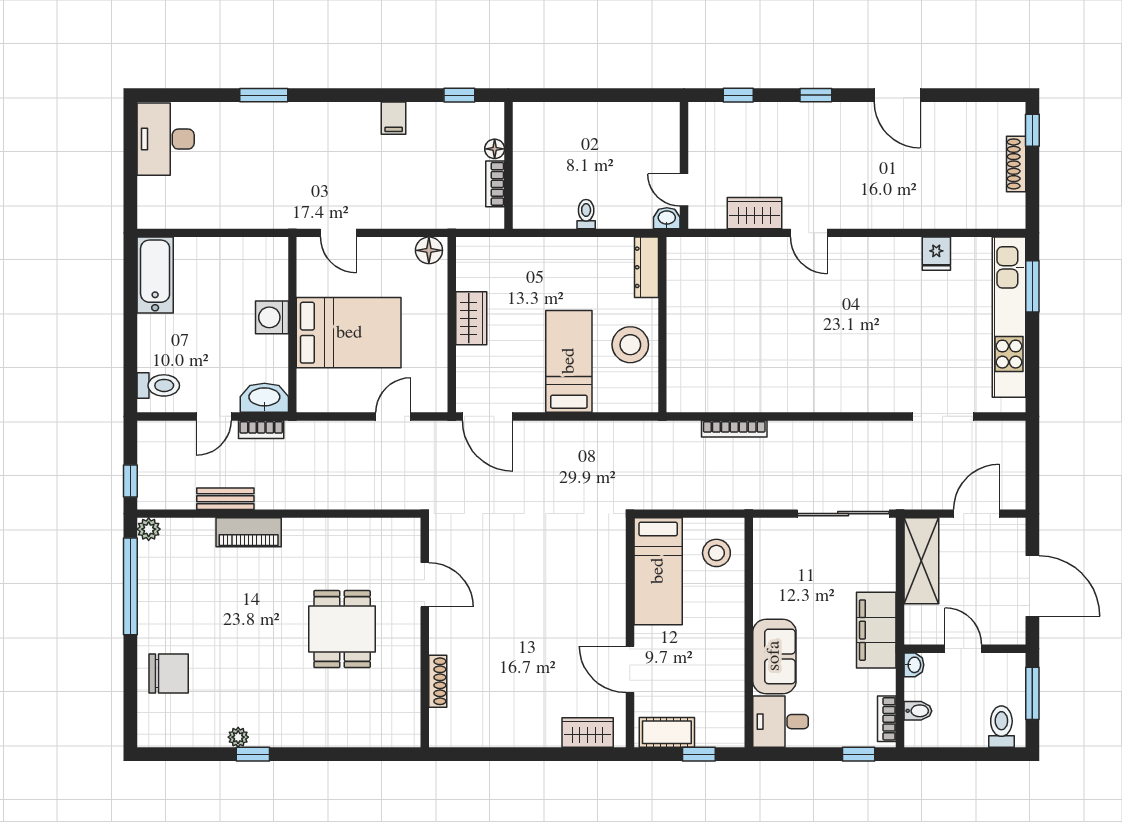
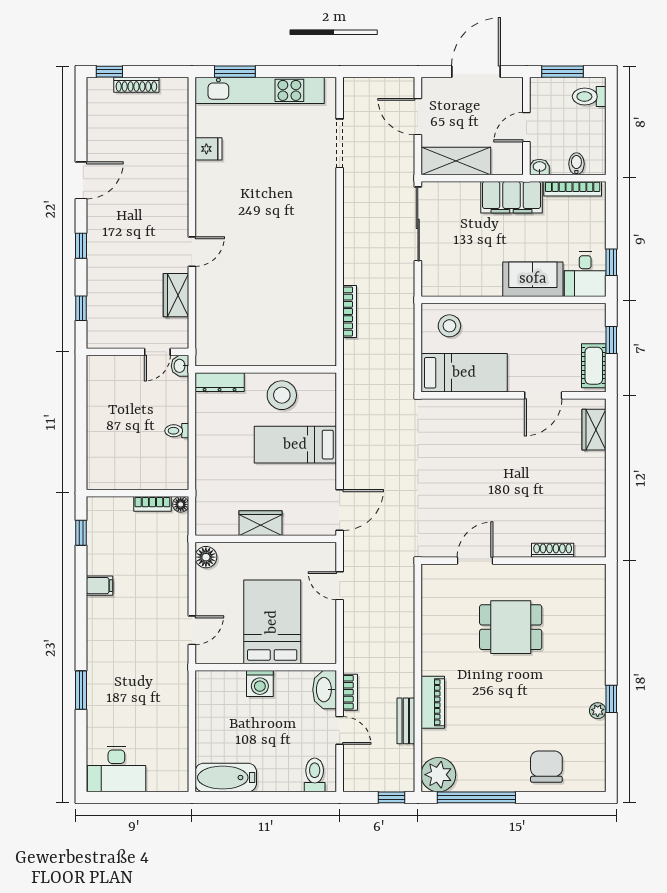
floor lamp: (495, 149) -> (181, 504), moved
plant: (149, 529) -> (438, 775), width x1.87, depth x1.87
bookcase: (887, 719) -> (573, 189), width x1.56
window: (859, 754) -> (611, 262), moved

